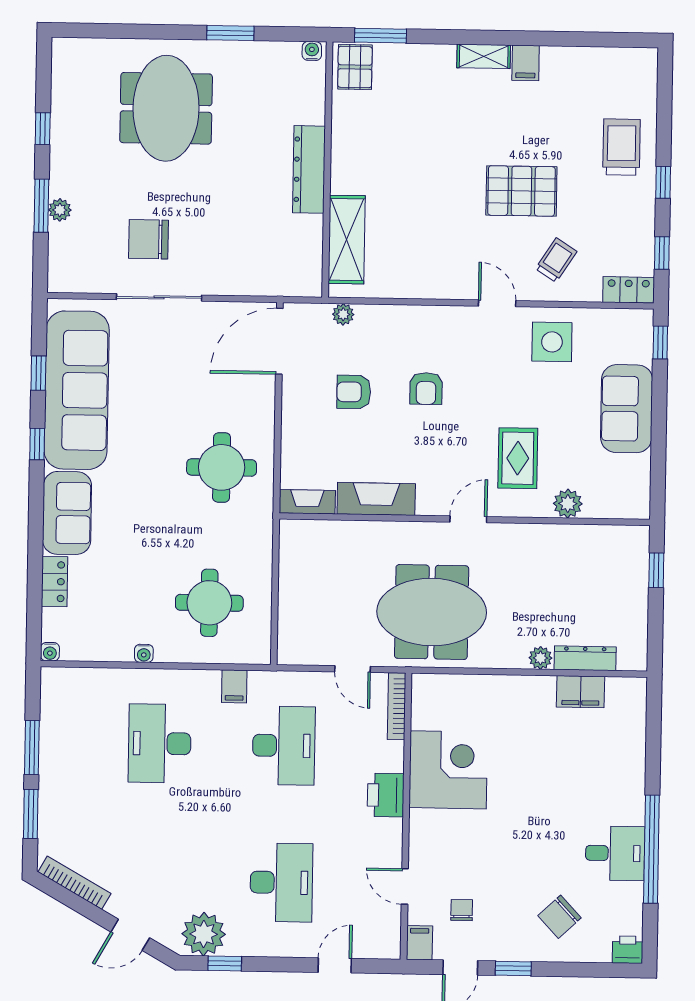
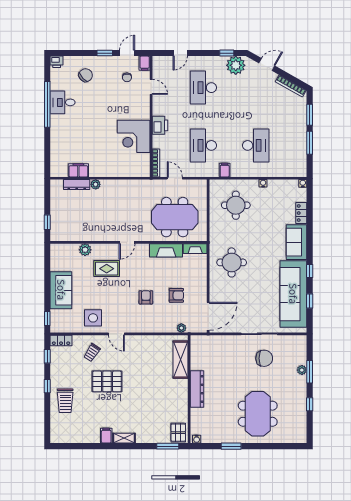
rug: (518, 458) -> (107, 269), turned 90
meeting table: (432, 612) -> (175, 217), moved

